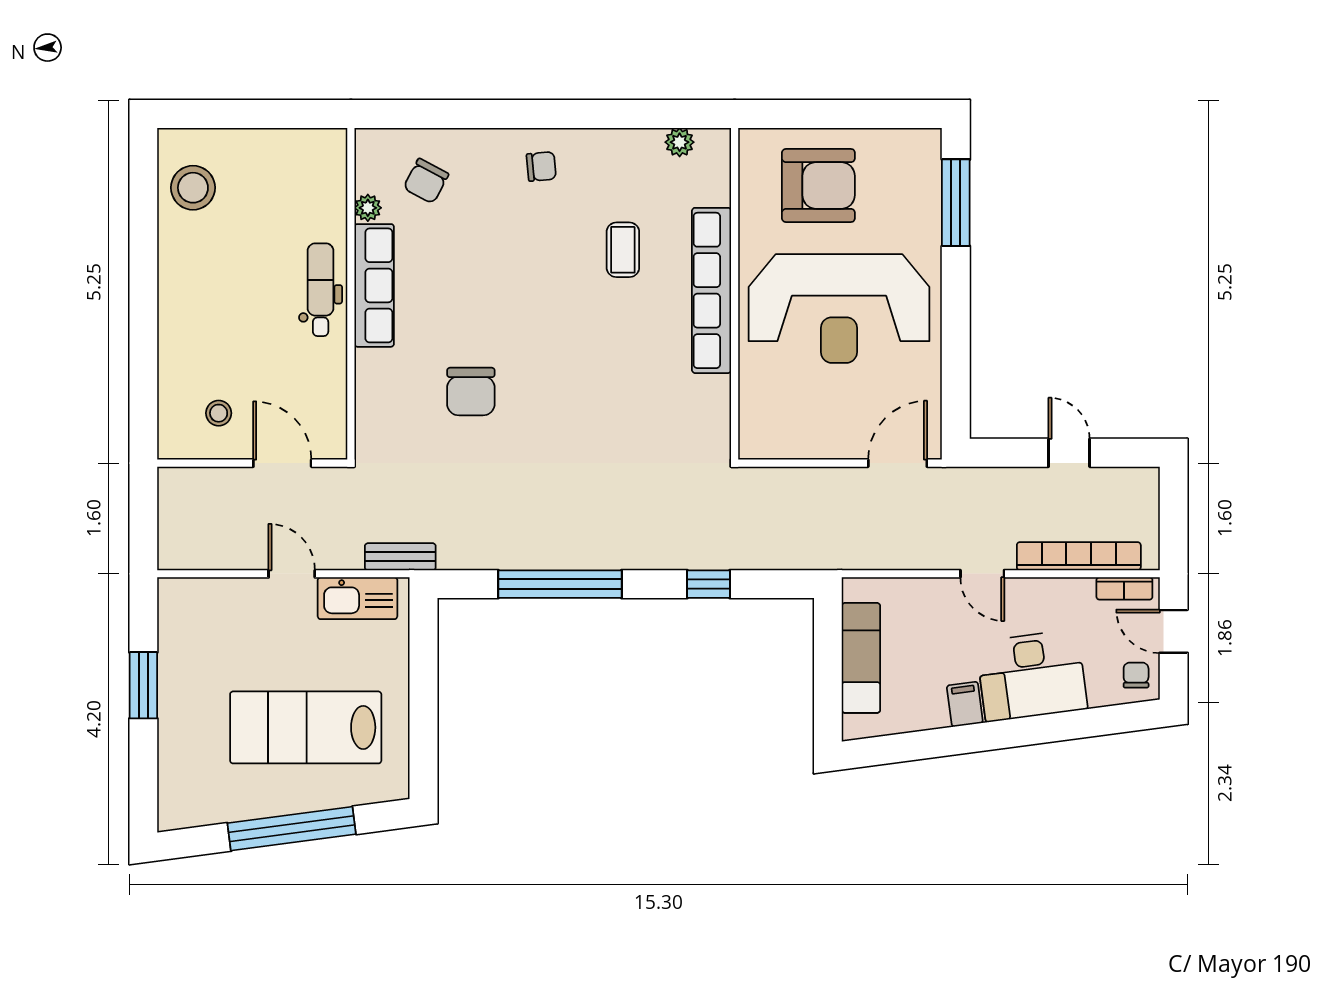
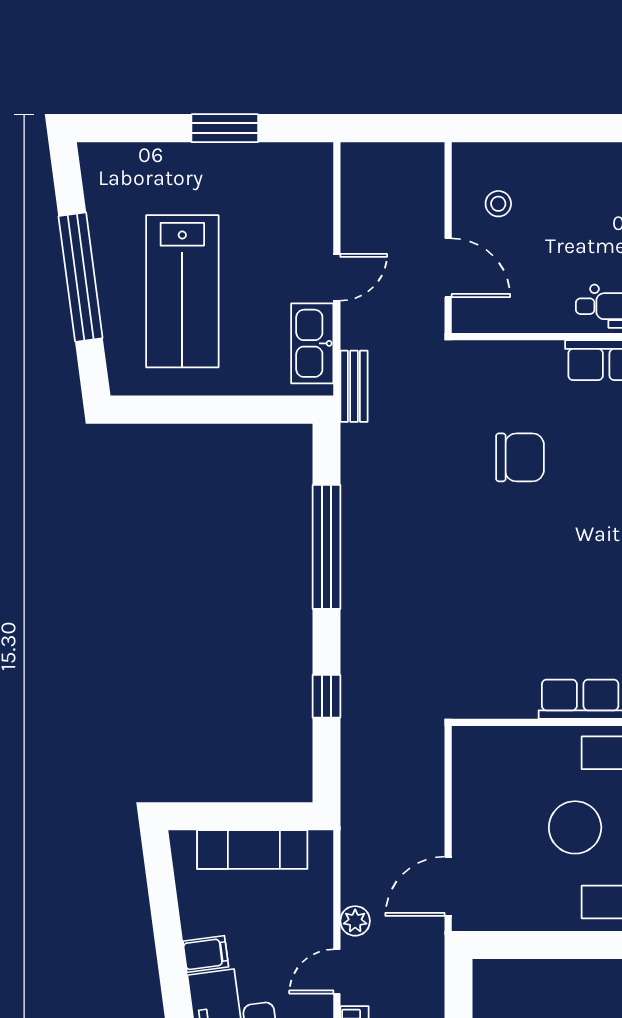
chair: (471, 392) -> (520, 457), turned 180
door: (282, 463) -> (448, 268), hinge flipped
door: (898, 463) -> (448, 886), swing flipped
plant: (932, 556) -> (355, 921), added
lab bench: (306, 727) -> (182, 291), turned 180

